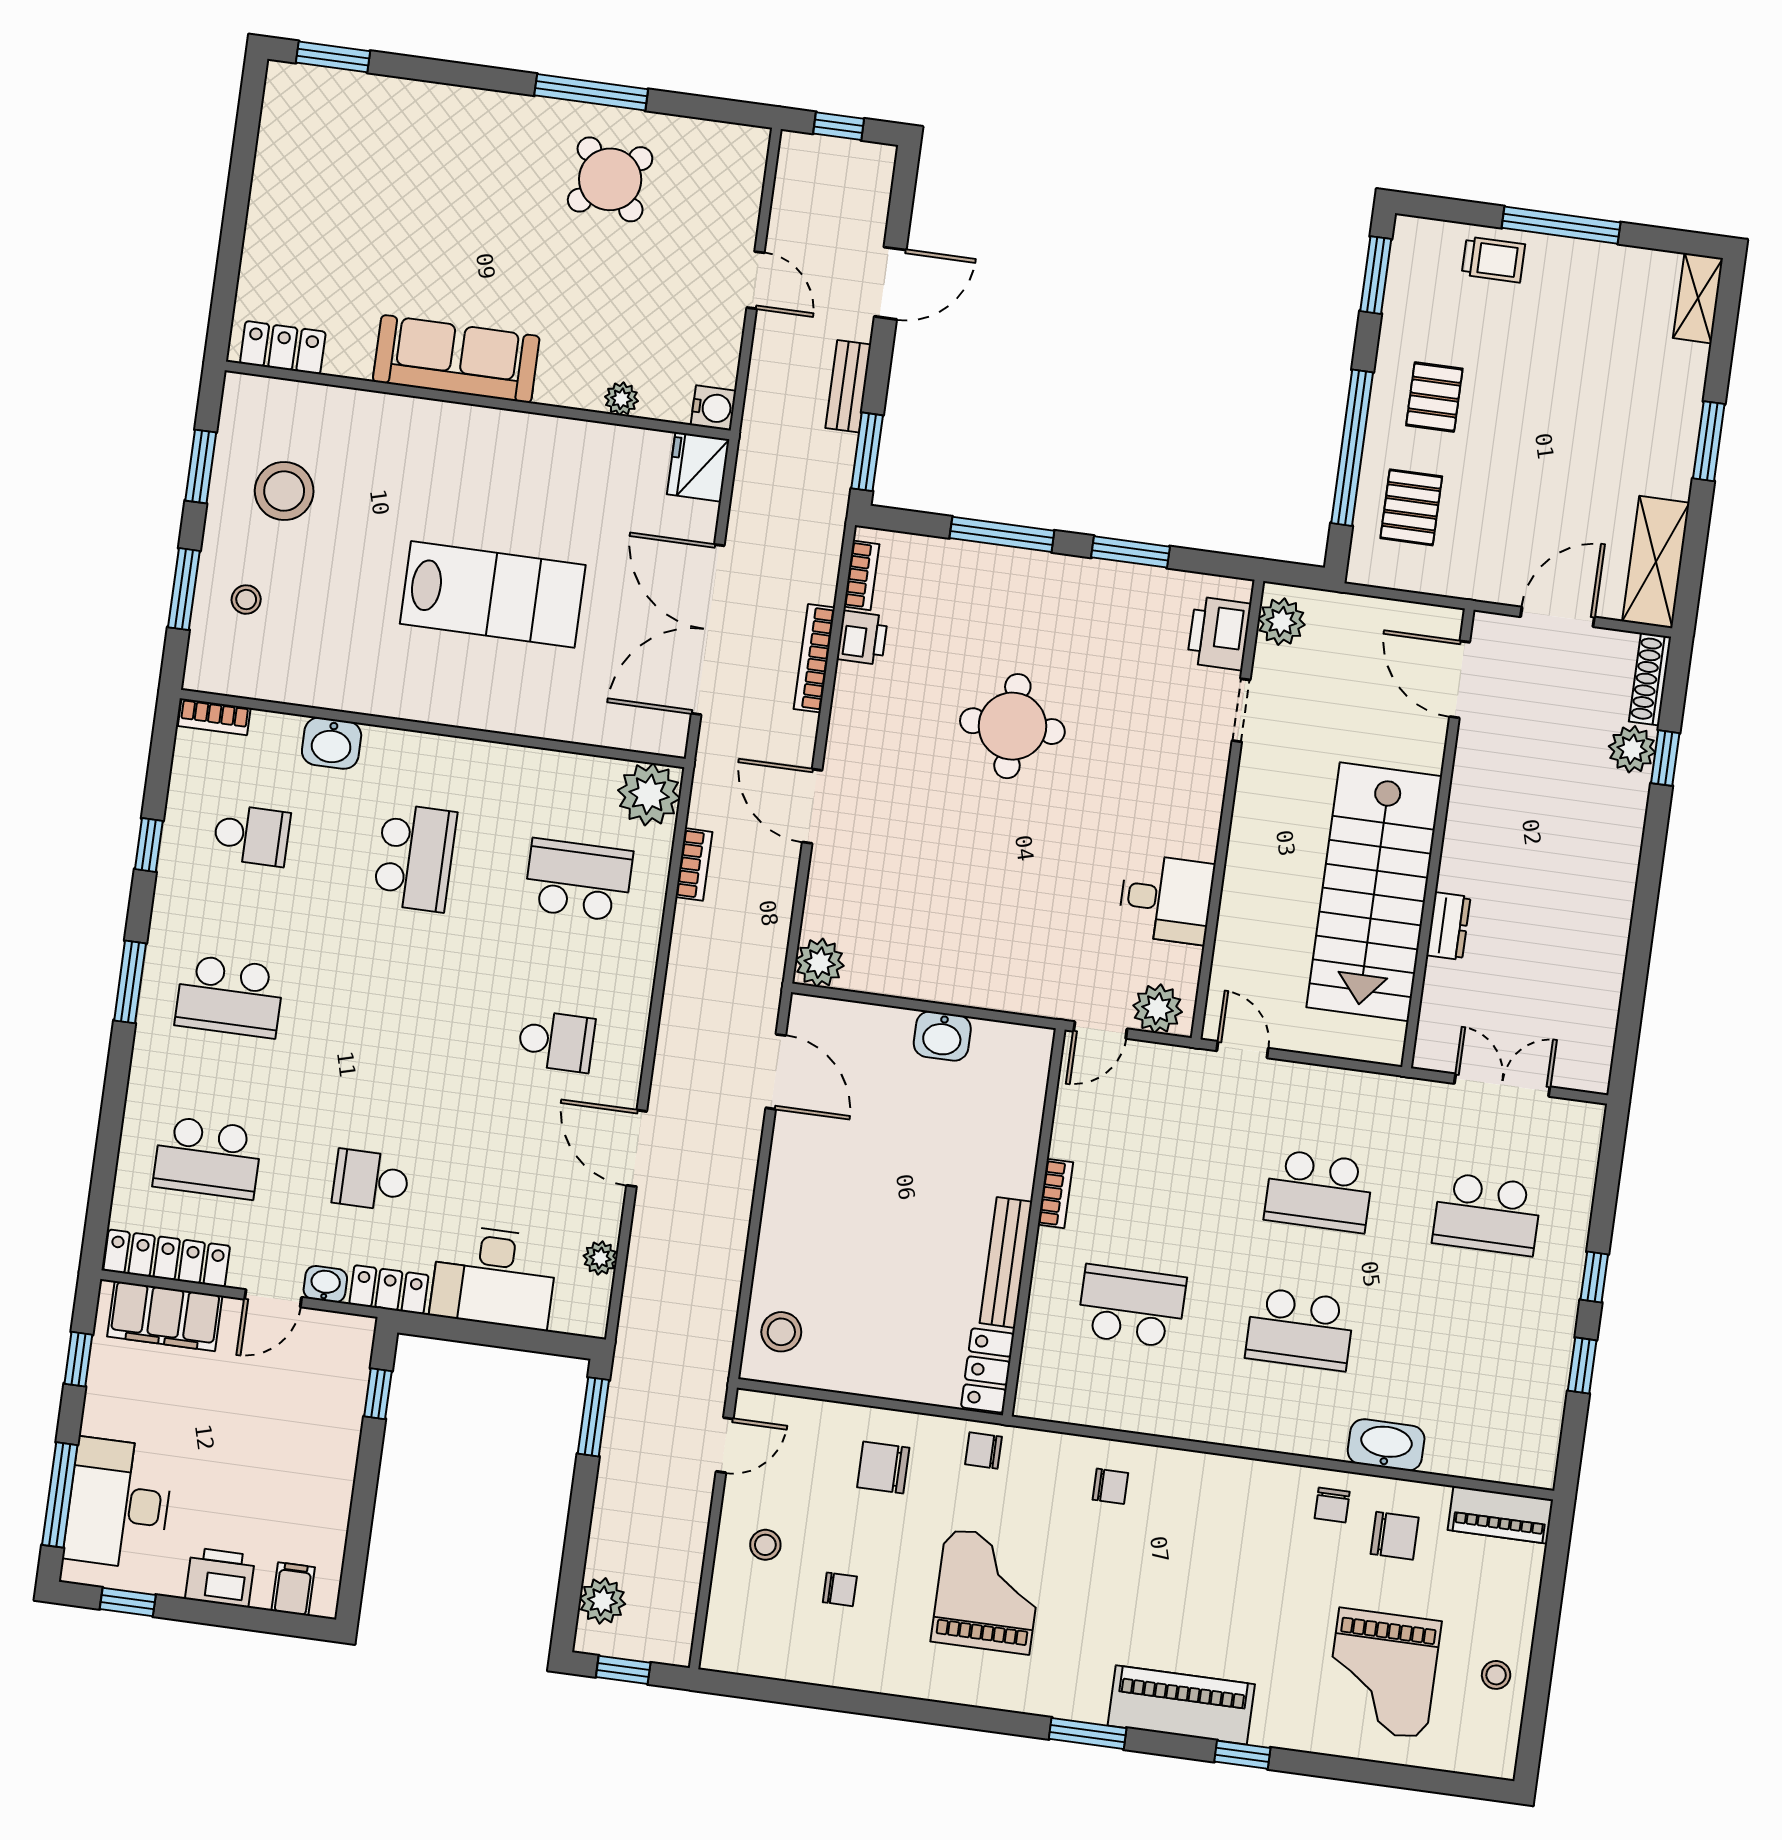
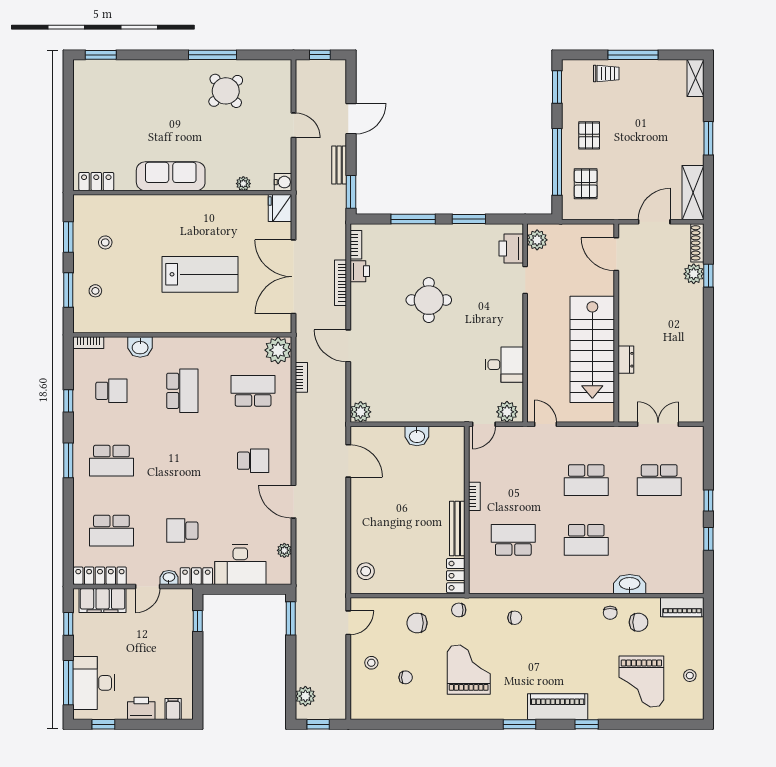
stool: (284, 491) -> (105, 242), width x0.53, depth x0.53

